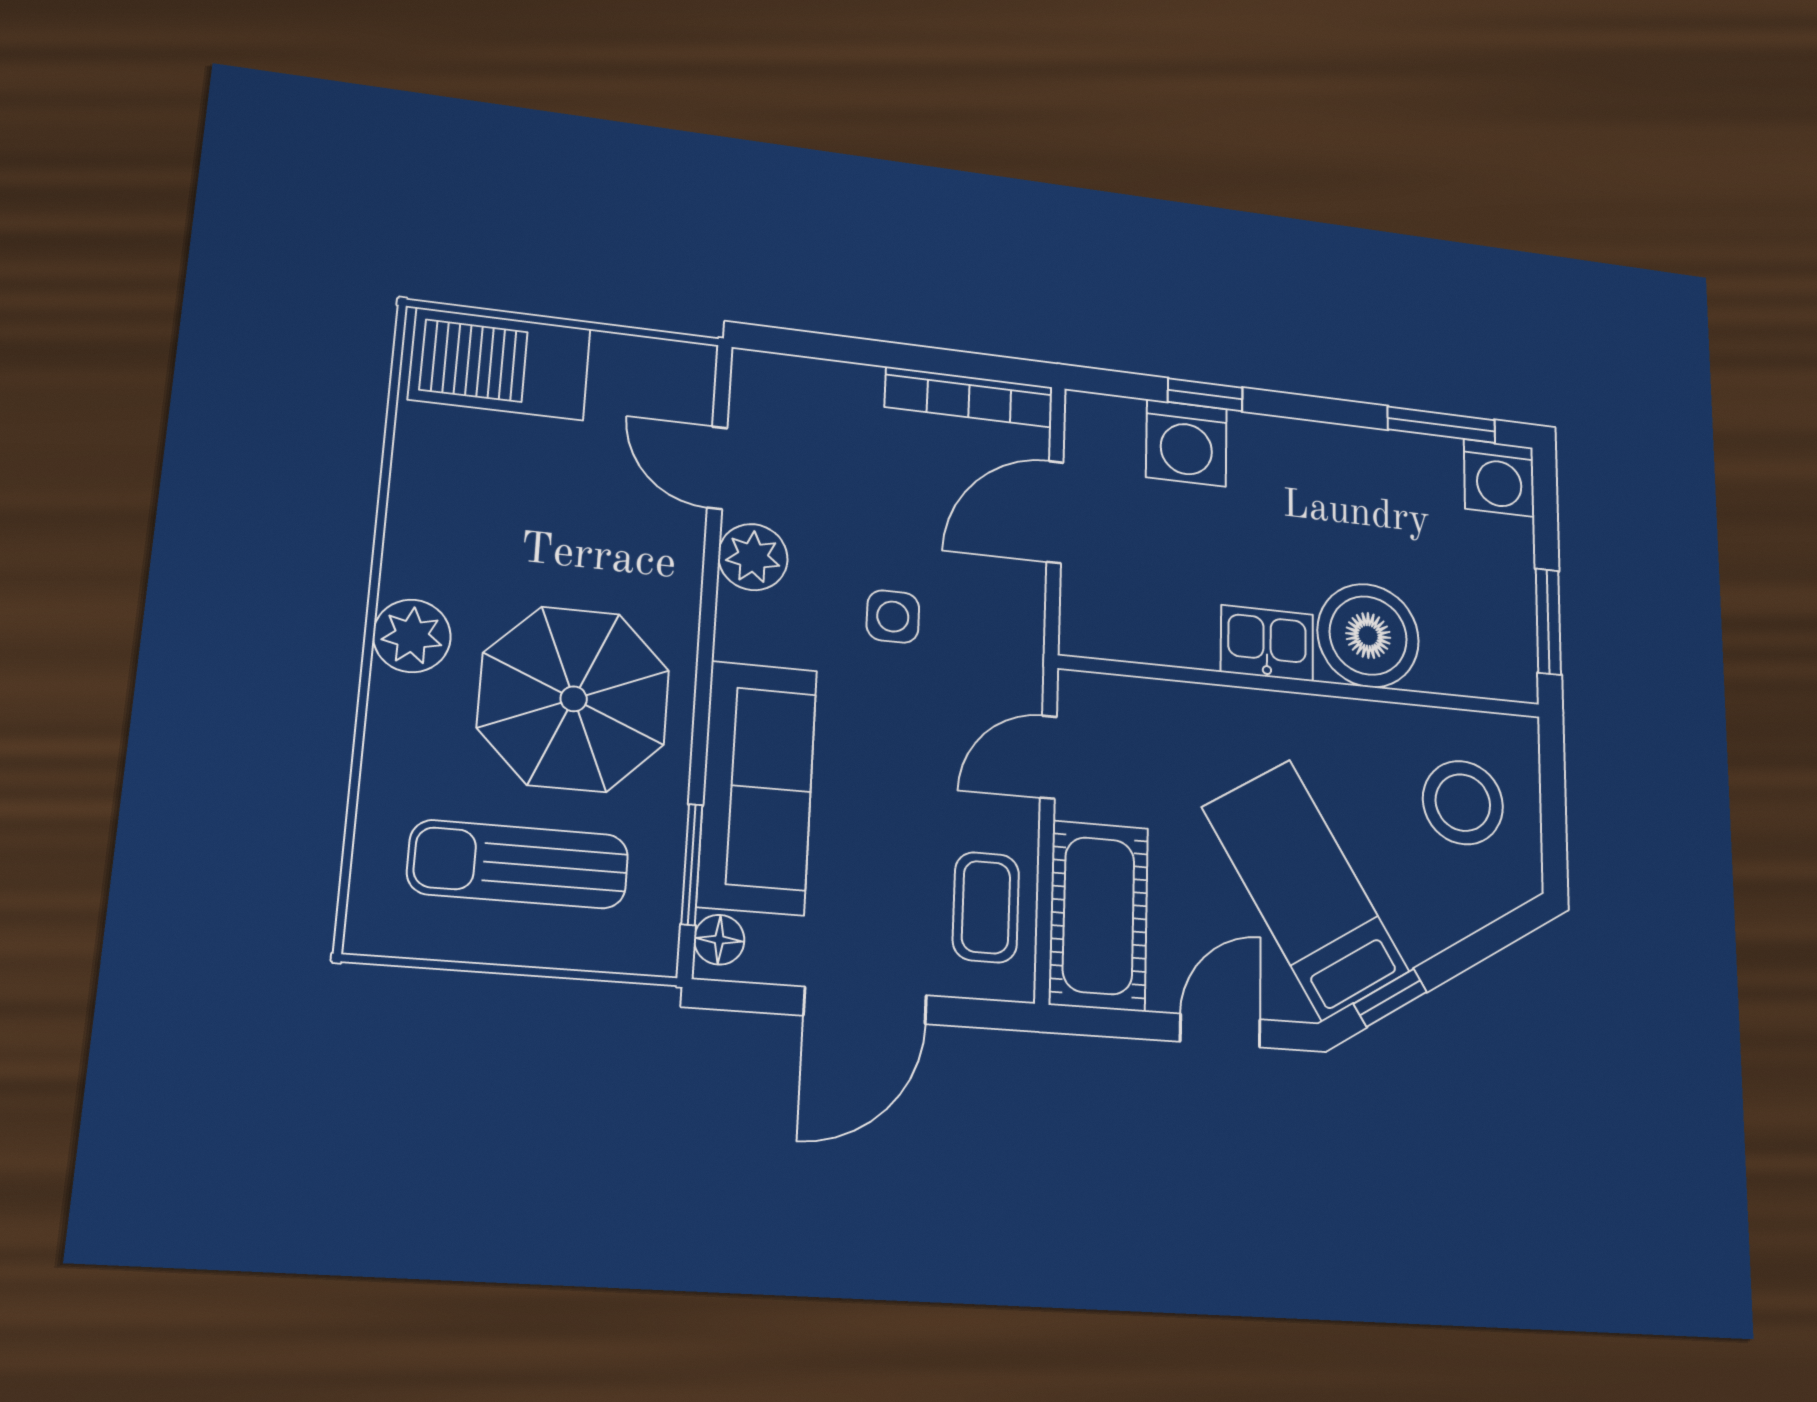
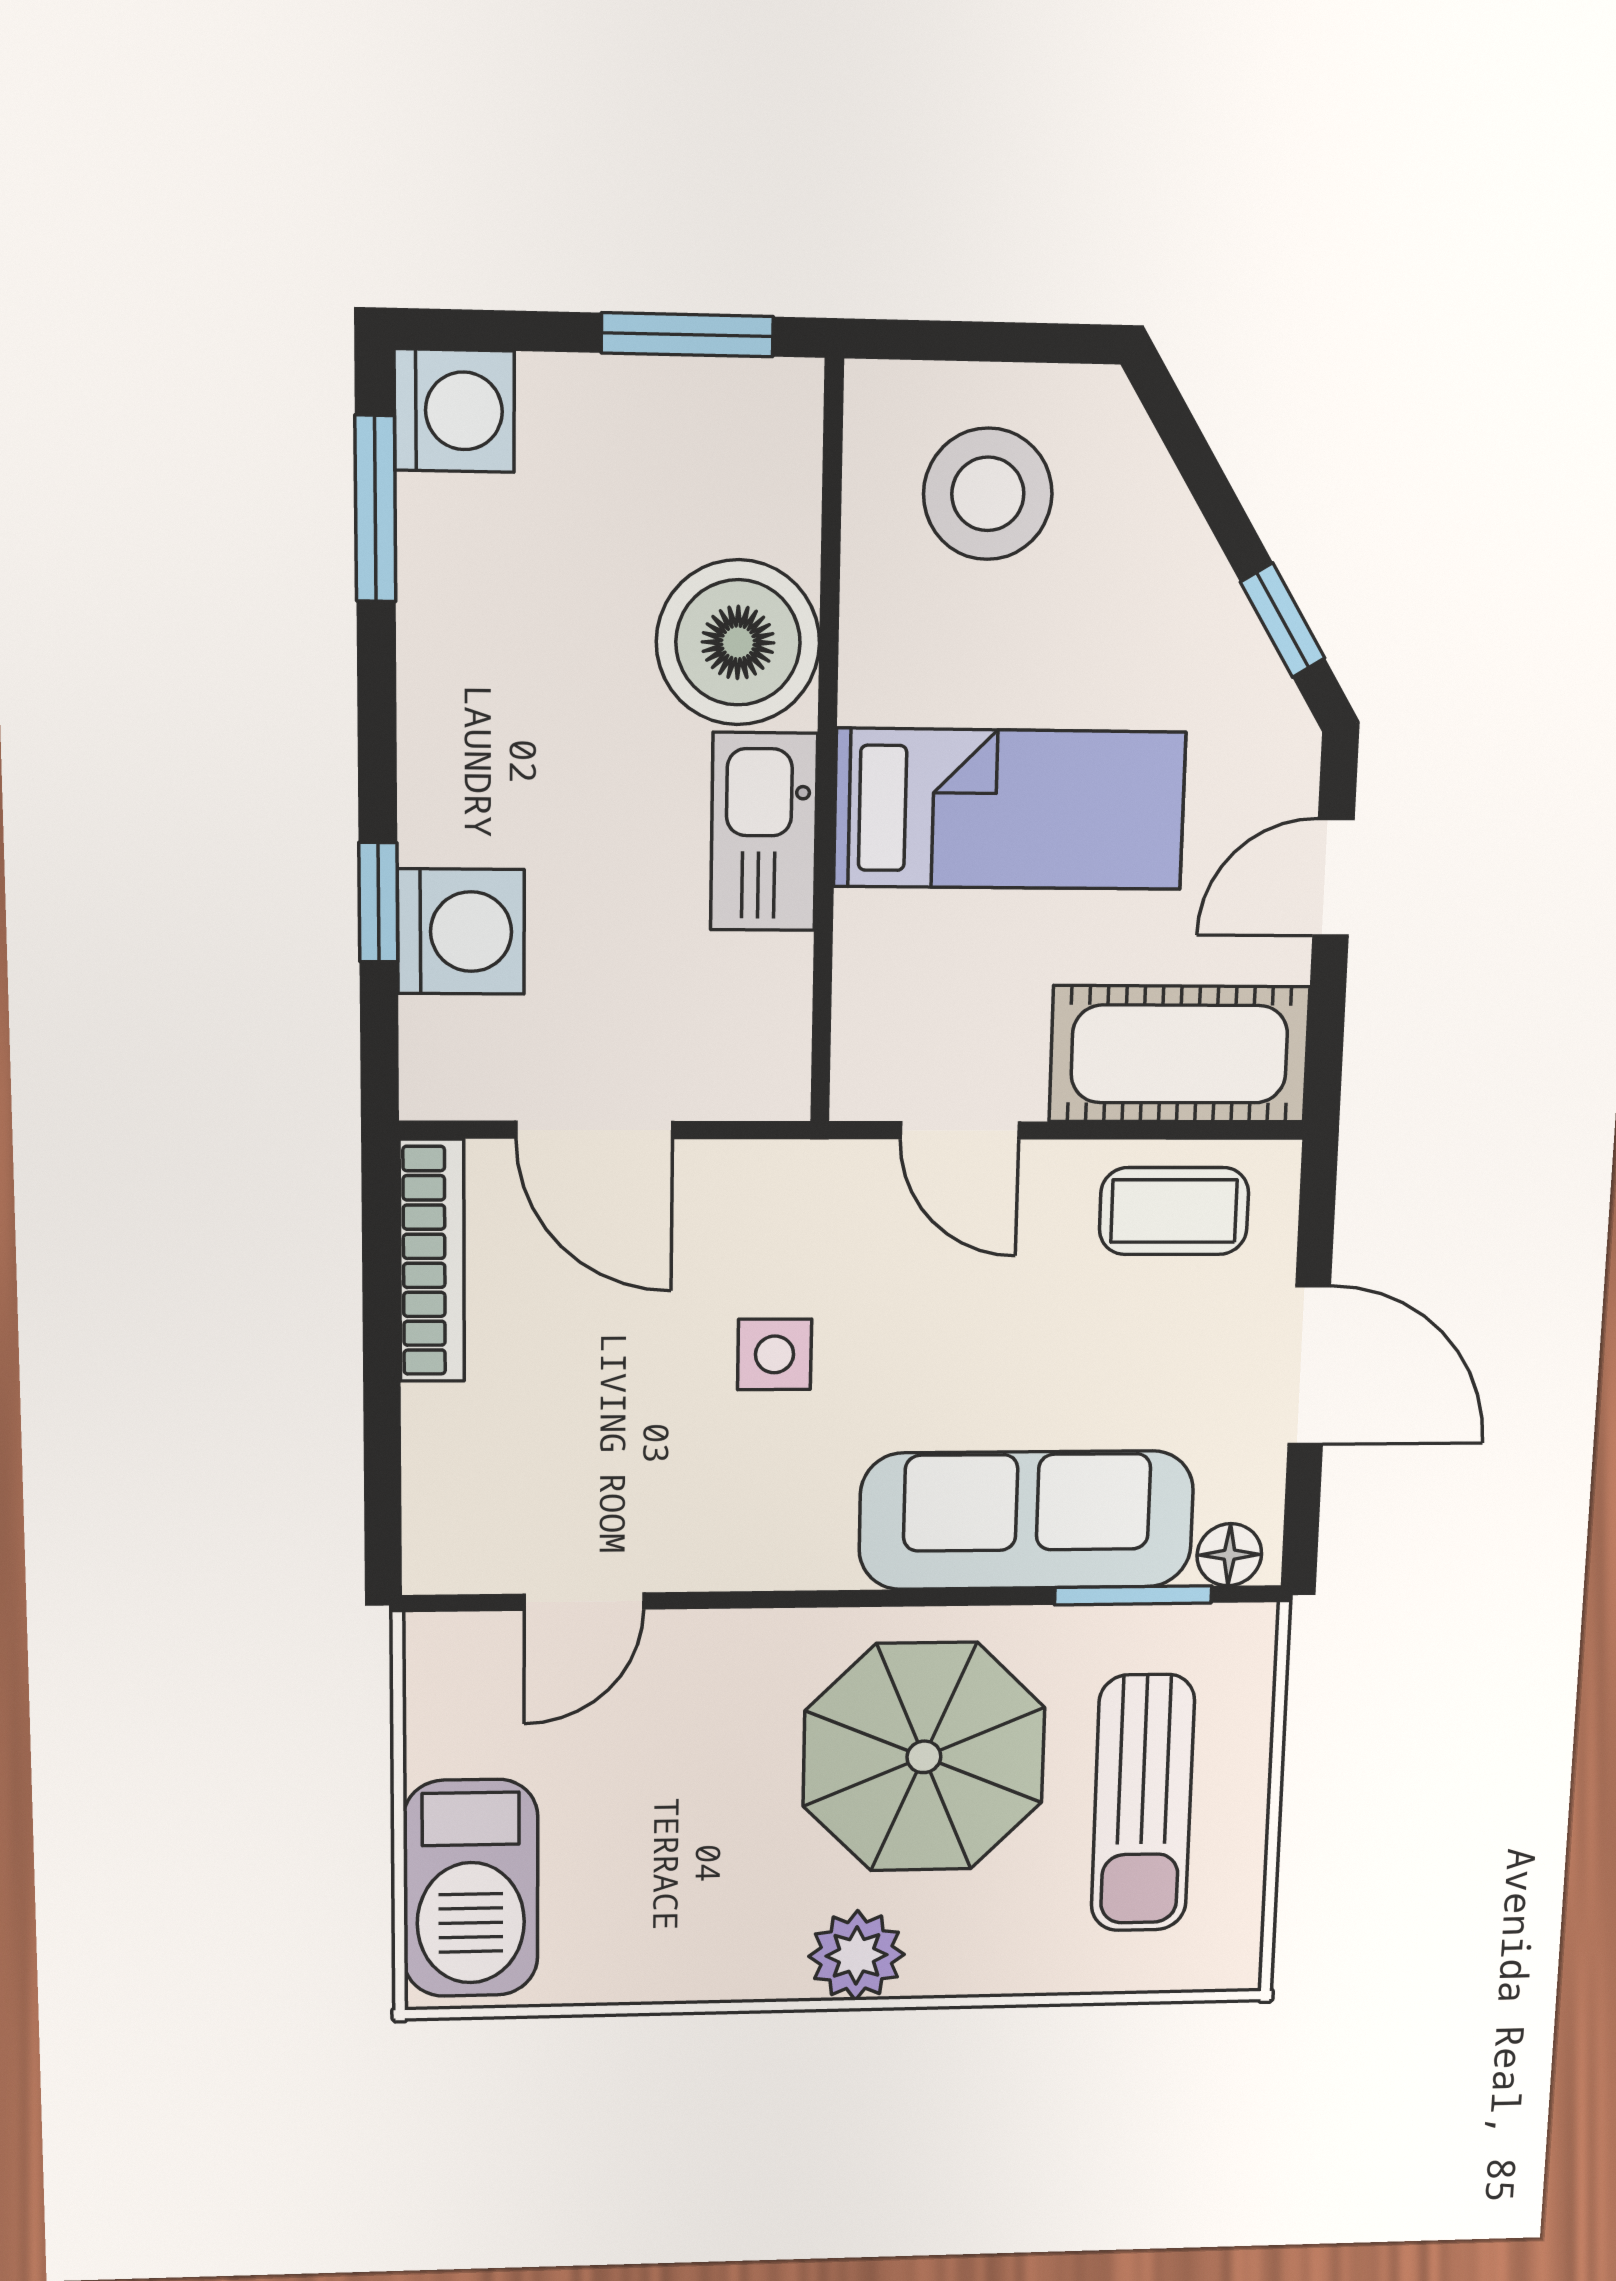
plant: (753, 557) -> (708, 1546), removed
kitchen sink: (1267, 643) -> (764, 832), width x1.38
bed: (1306, 889) -> (1010, 809), moved, turned -148
door: (1220, 1030) -> (1333, 878), hinge flipped

